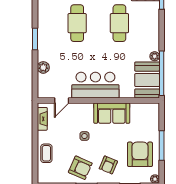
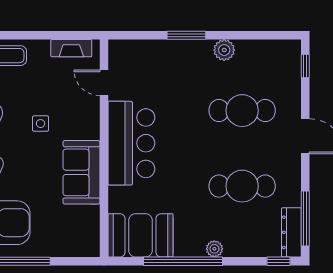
window: (35, 39) -> (186, 35), moved
plant: (155, 56) -> (214, 249), moved
plant: (43, 67) -> (224, 50), moved
window: (162, 73) -> (183, 261), moved

